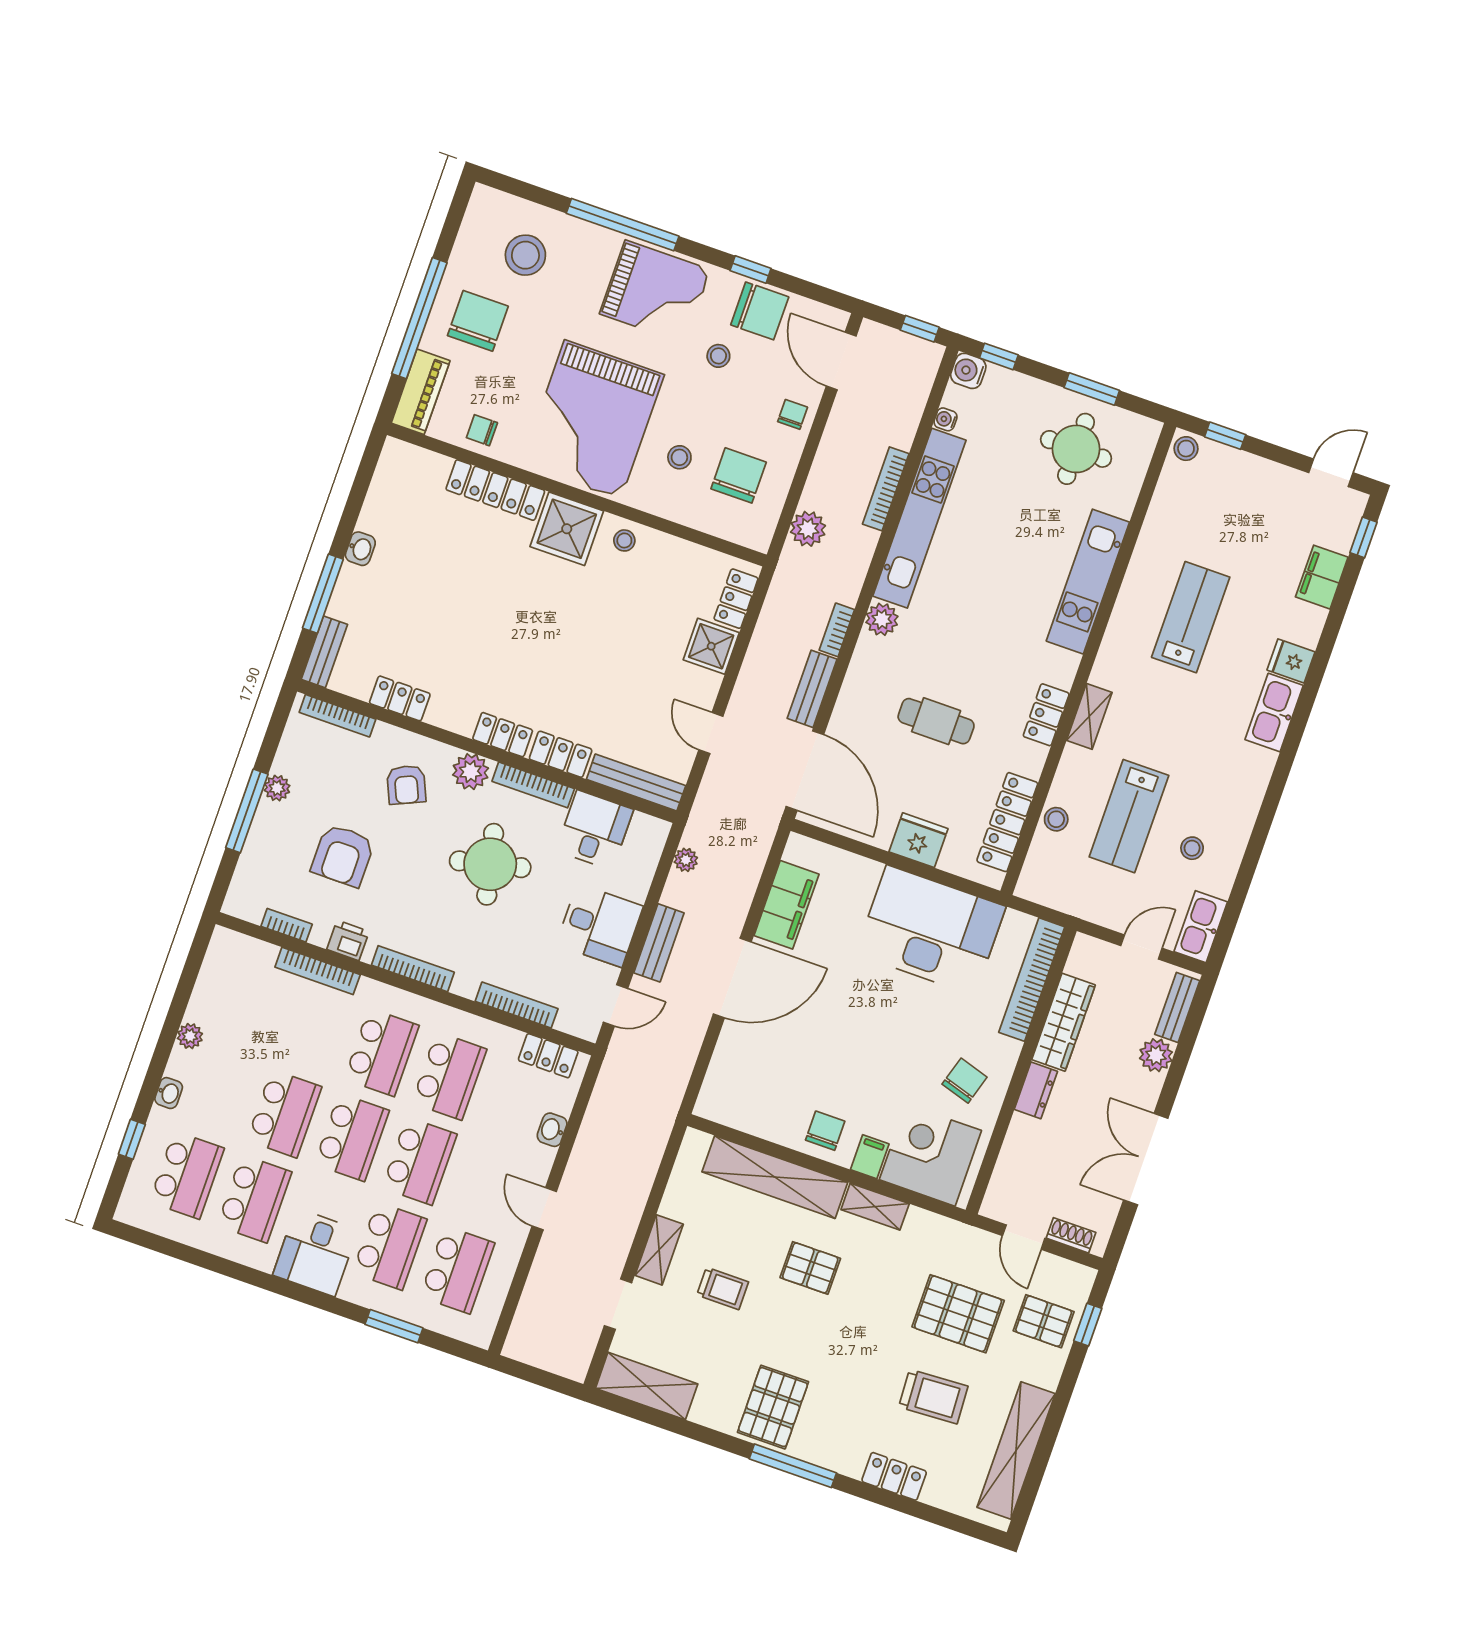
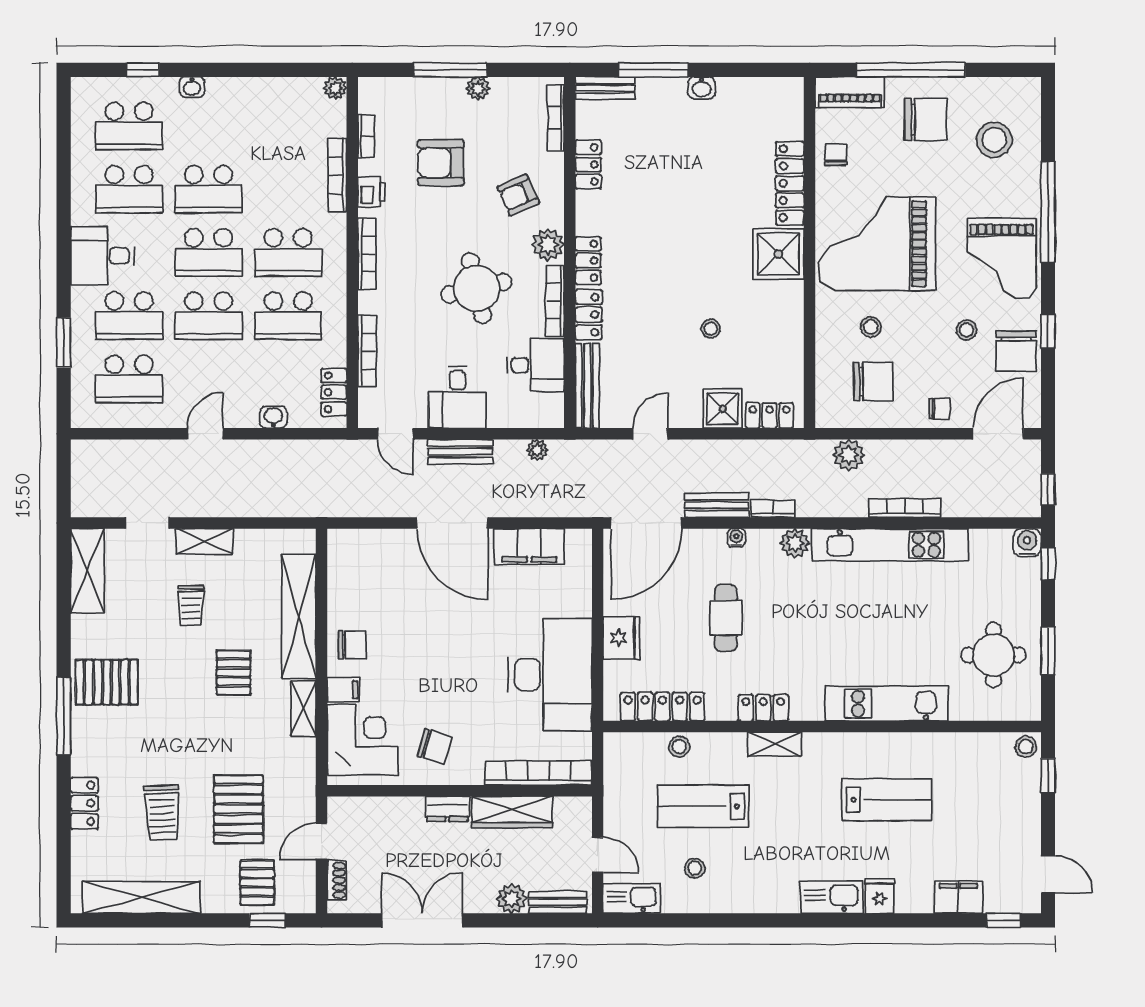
water cooler: (945, 419) -> (736, 538), moved
stool: (624, 540) -> (711, 329), moved
plant: (190, 1036) -> (335, 88), moved

